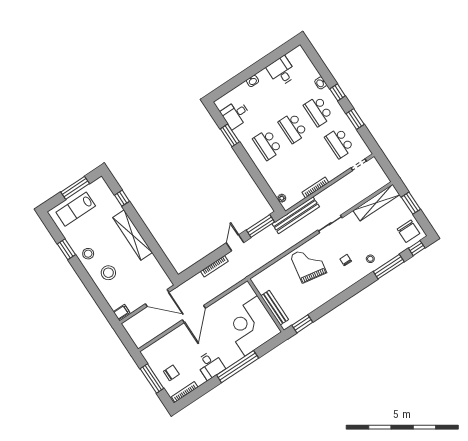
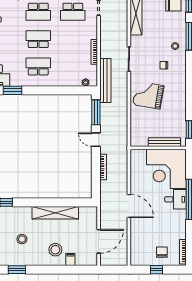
school desk: (293, 128) -> (38, 39), turned 180
school desk: (268, 145) -> (38, 67), turned 180
shelving: (133, 235) -> (55, 213), moved
stool: (88, 254) -> (22, 239), moved
door: (157, 298) -> (99, 241), moved
filing cabinet: (121, 312) -> (70, 259), moved
desk: (210, 365) -> (175, 199), moved
window: (152, 378) -> (156, 270), width x0.46

